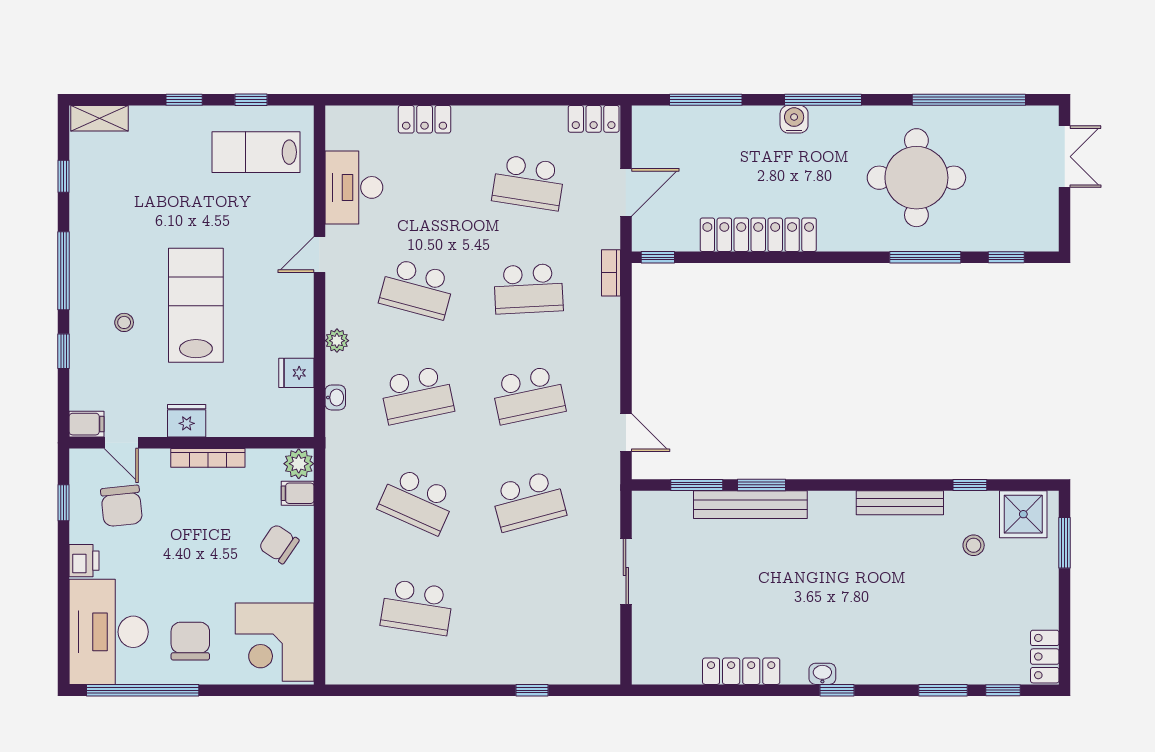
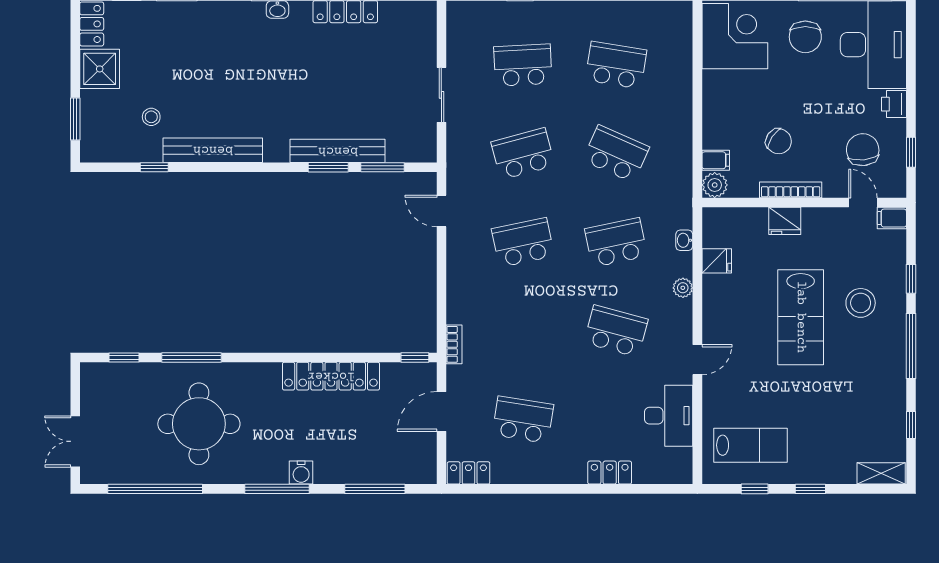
school desk: (528, 289) -> (523, 65), moved
stool: (124, 322) -> (861, 303), width x1.89, depth x1.89
fridge: (187, 421) -> (785, 221), moved
bench: (900, 503) -> (213, 150), width x1.37, depth x1.21
shower: (1023, 514) -> (100, 69), moved
chair: (279, 544) -> (779, 141), moved

